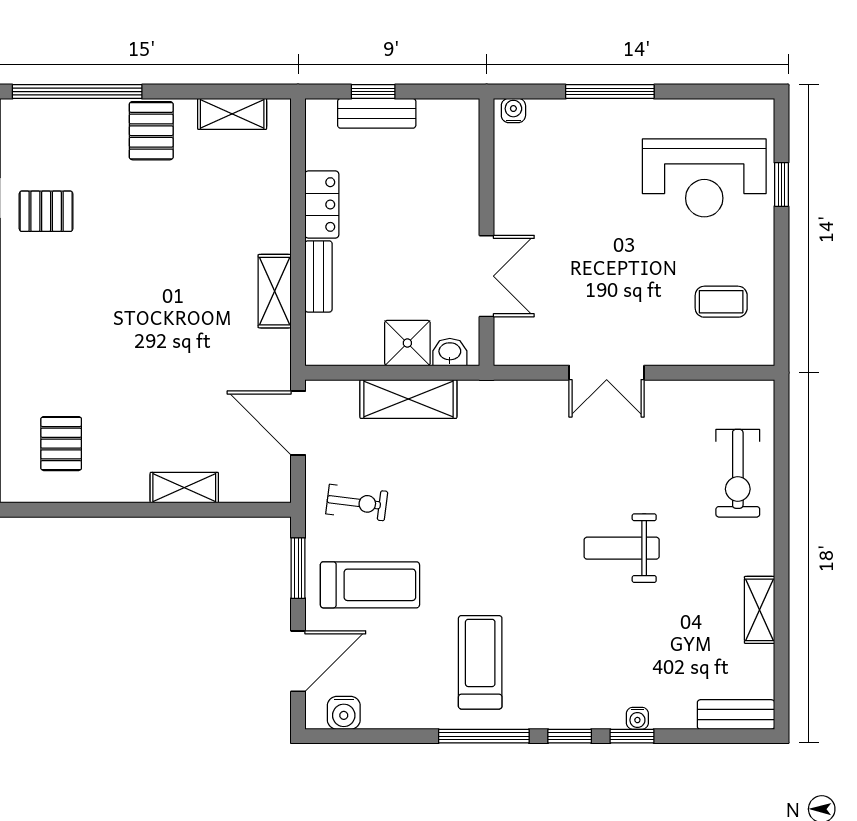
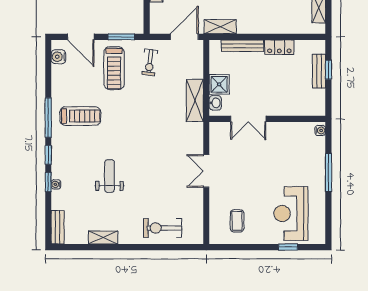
bench: (319, 276) -> (242, 46), width x1.36
shelving: (275, 291) -> (220, 27), moved
shelving: (408, 399) -> (195, 101), moved
weight bench: (622, 548) -> (109, 176), moved

